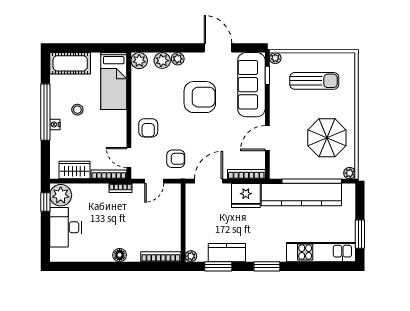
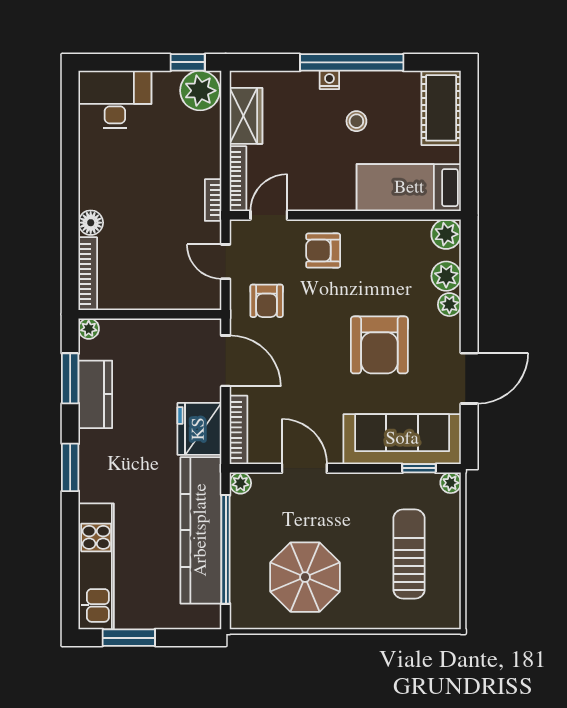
sun lounger: (314, 81) -> (409, 554), turned 180
plant: (350, 173) -> (240, 483), moved
desk: (65, 227) -> (115, 99), moved
floor lamp: (120, 255) -> (91, 223), moved

